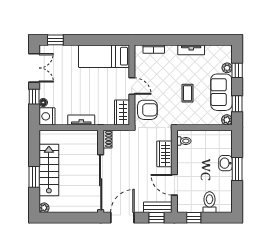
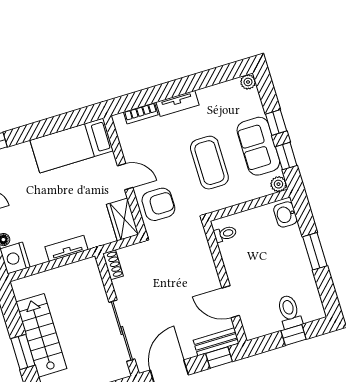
tv unit: (191, 50) -> (178, 103), moved
plant: (227, 68) -> (248, 82), moved
window: (237, 70) -> (276, 123), moved
coffee table: (187, 93) -> (209, 163), width x1.86, depth x1.72
wardrobe: (164, 154) -> (202, 261), removed
washbasin: (225, 163) -> (285, 214), moved
sliding door: (101, 182) -> (122, 331), width x0.73
window: (194, 218) -> (294, 335), moved

